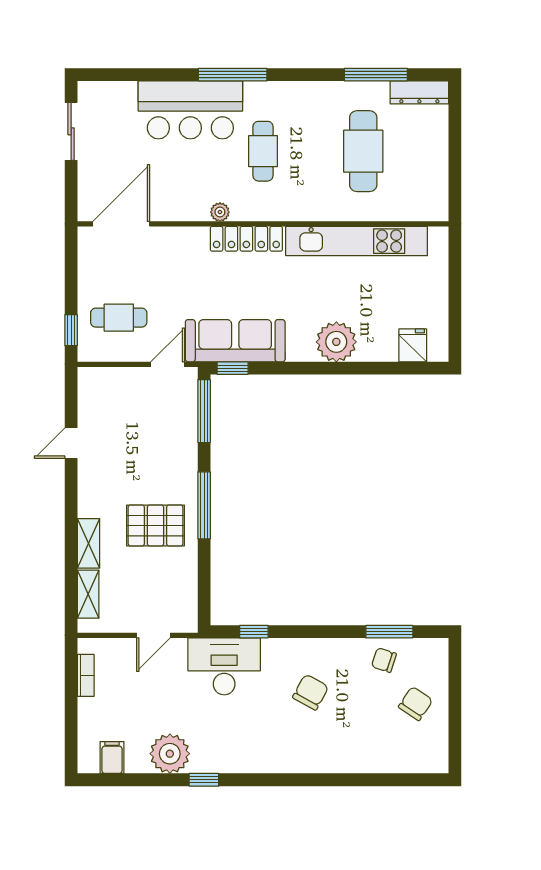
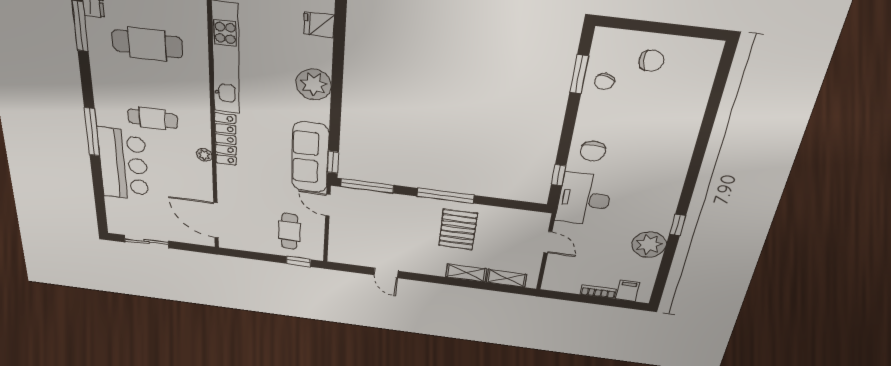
bookcase: (86, 675) -> (598, 292), moved
chair: (311, 692) -> (593, 151), moved, turned -119
chair: (416, 704) -> (651, 61), turned 141
filing cabinet: (112, 758) -> (628, 291), moved, turned 90

